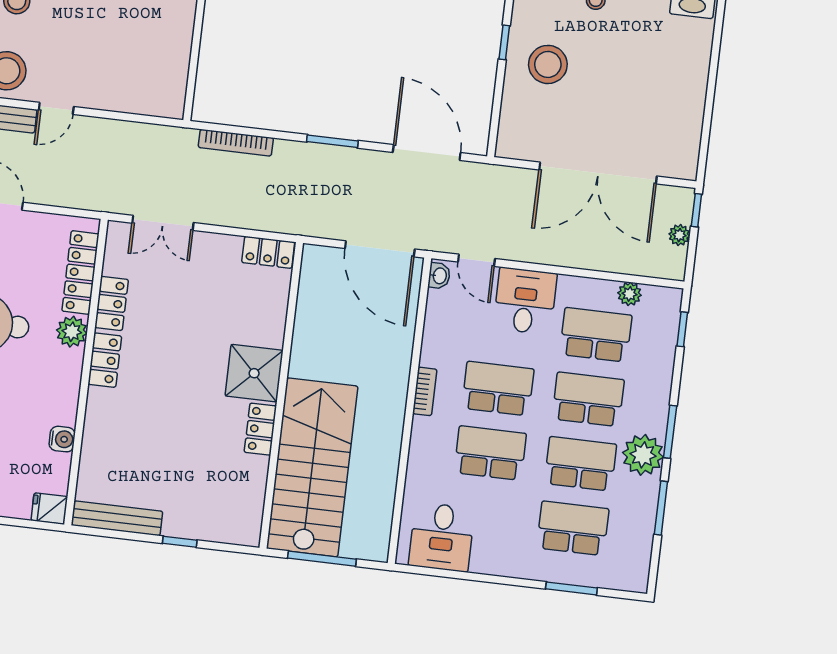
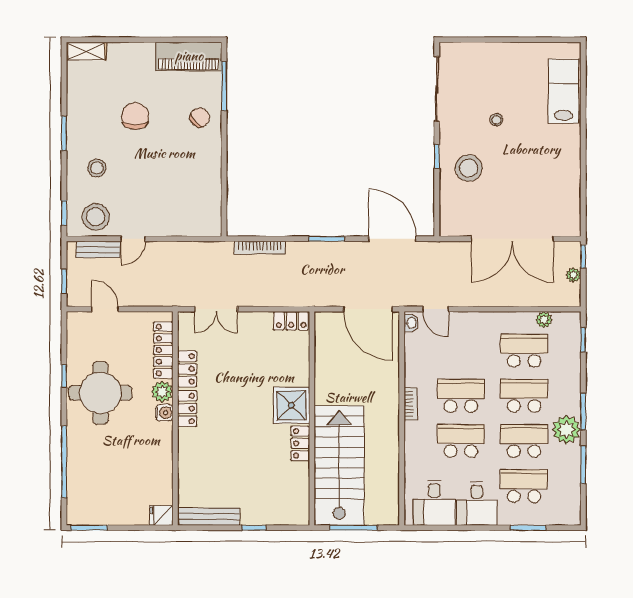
desk: (525, 301) -> (477, 504), moved, turned 180
water cooler: (62, 439) -> (164, 413), moved

